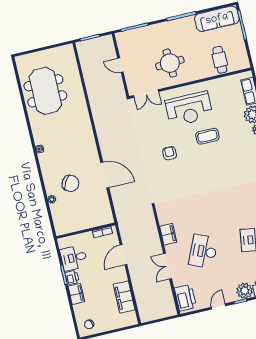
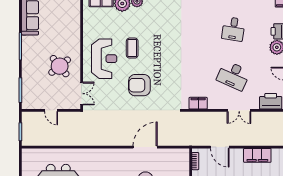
cafe table: (220, 60) -> (67, 21), removed
round table: (170, 63) -> (60, 66), turned -36
door: (120, 65) -> (51, 110), hinge flipped
armchair: (170, 153) -> (139, 85), width x1.88, depth x1.88
filing cabinet: (168, 234) -> (198, 103), moved

